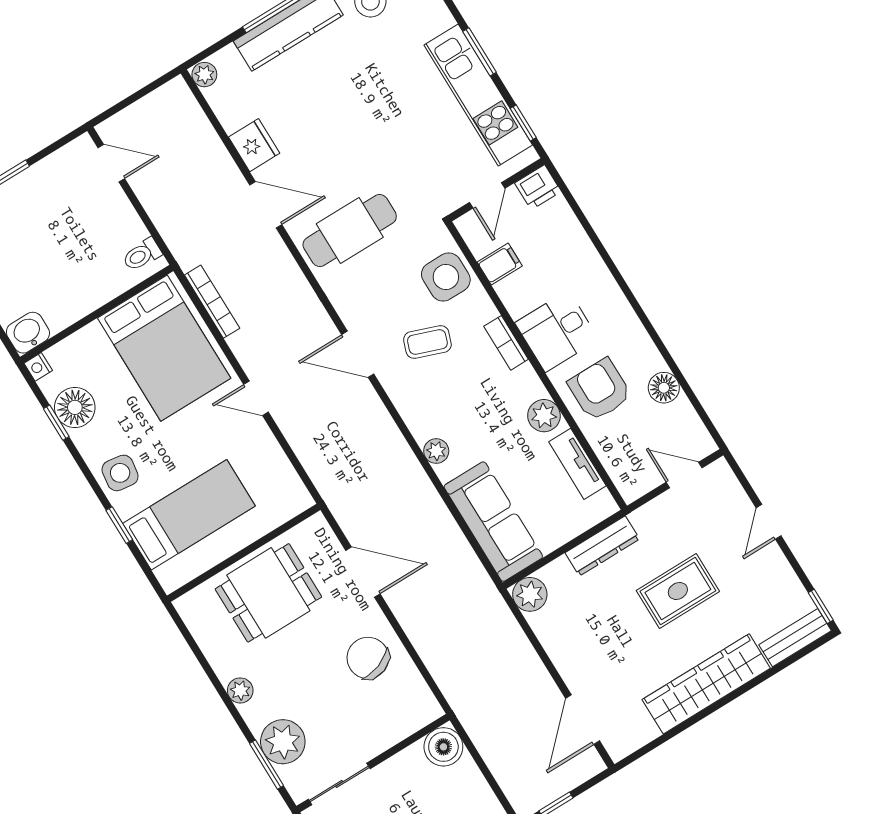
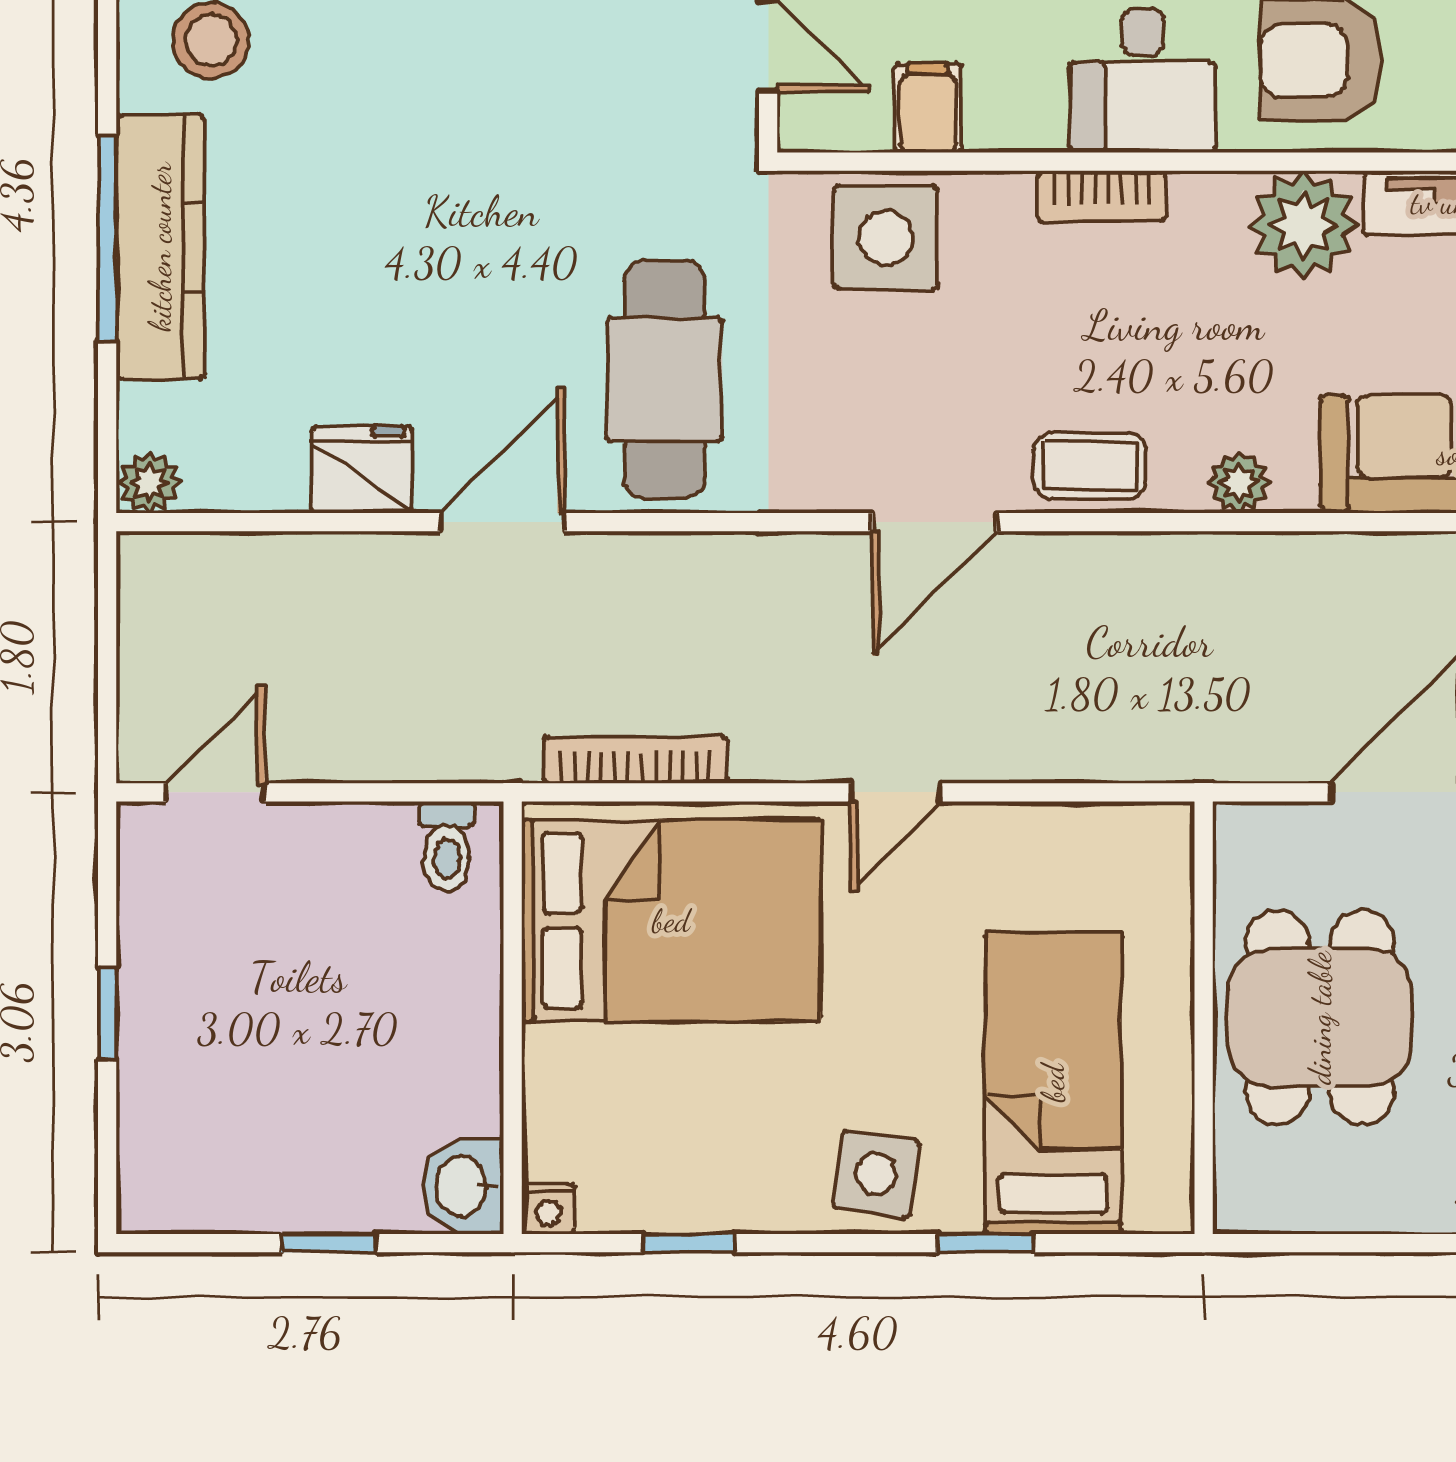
coffee table: (427, 342) -> (1090, 465), moved, turned 70
floor lamp: (75, 407) -> (681, 1184), removed
plant: (544, 416) -> (1303, 225), width x1.36, depth x1.36

